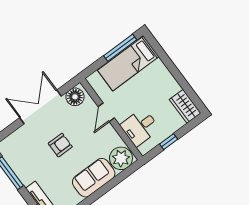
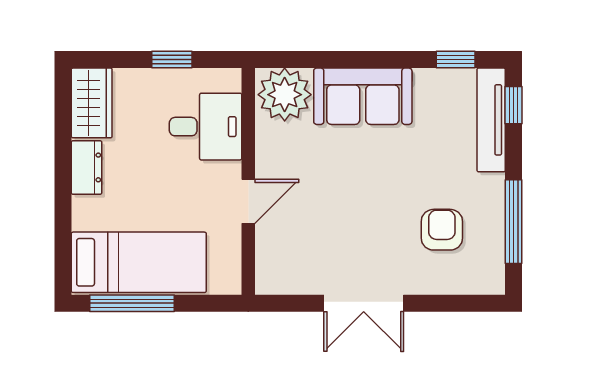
dresser: (170, 83) -> (86, 167), added
floor lamp: (75, 97) -> (285, 274), removed
double door: (41, 107) -> (364, 303), width x0.73
armchair: (60, 145) -> (442, 230), moved, turned 90

